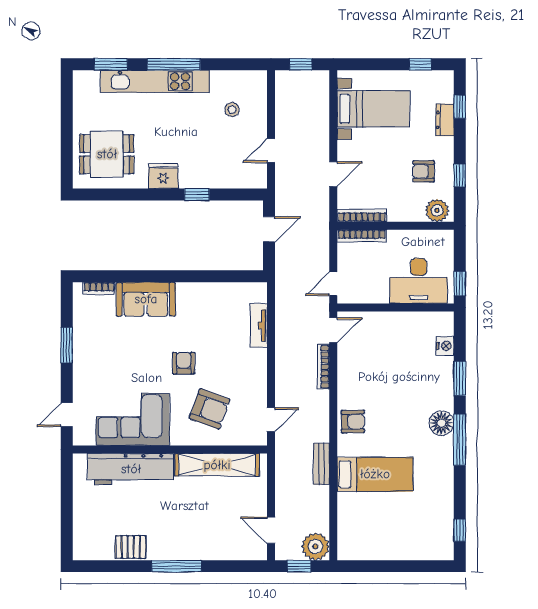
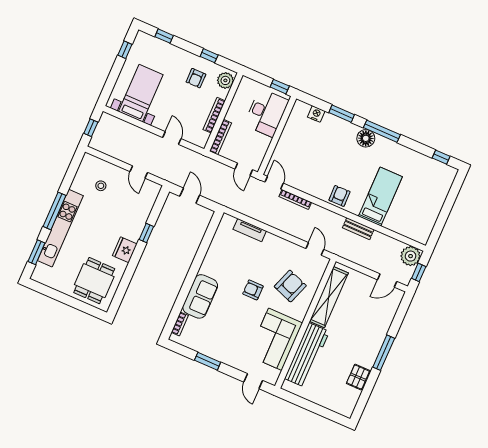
dresser: (445, 120) -> (168, 50), removed
bookcase: (362, 215) -> (214, 115), moved

